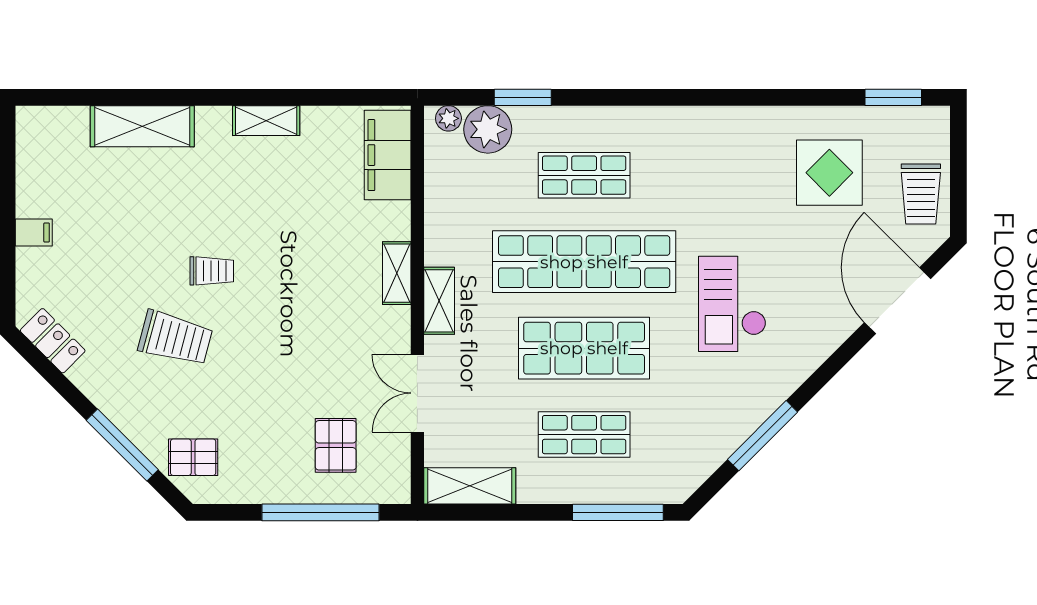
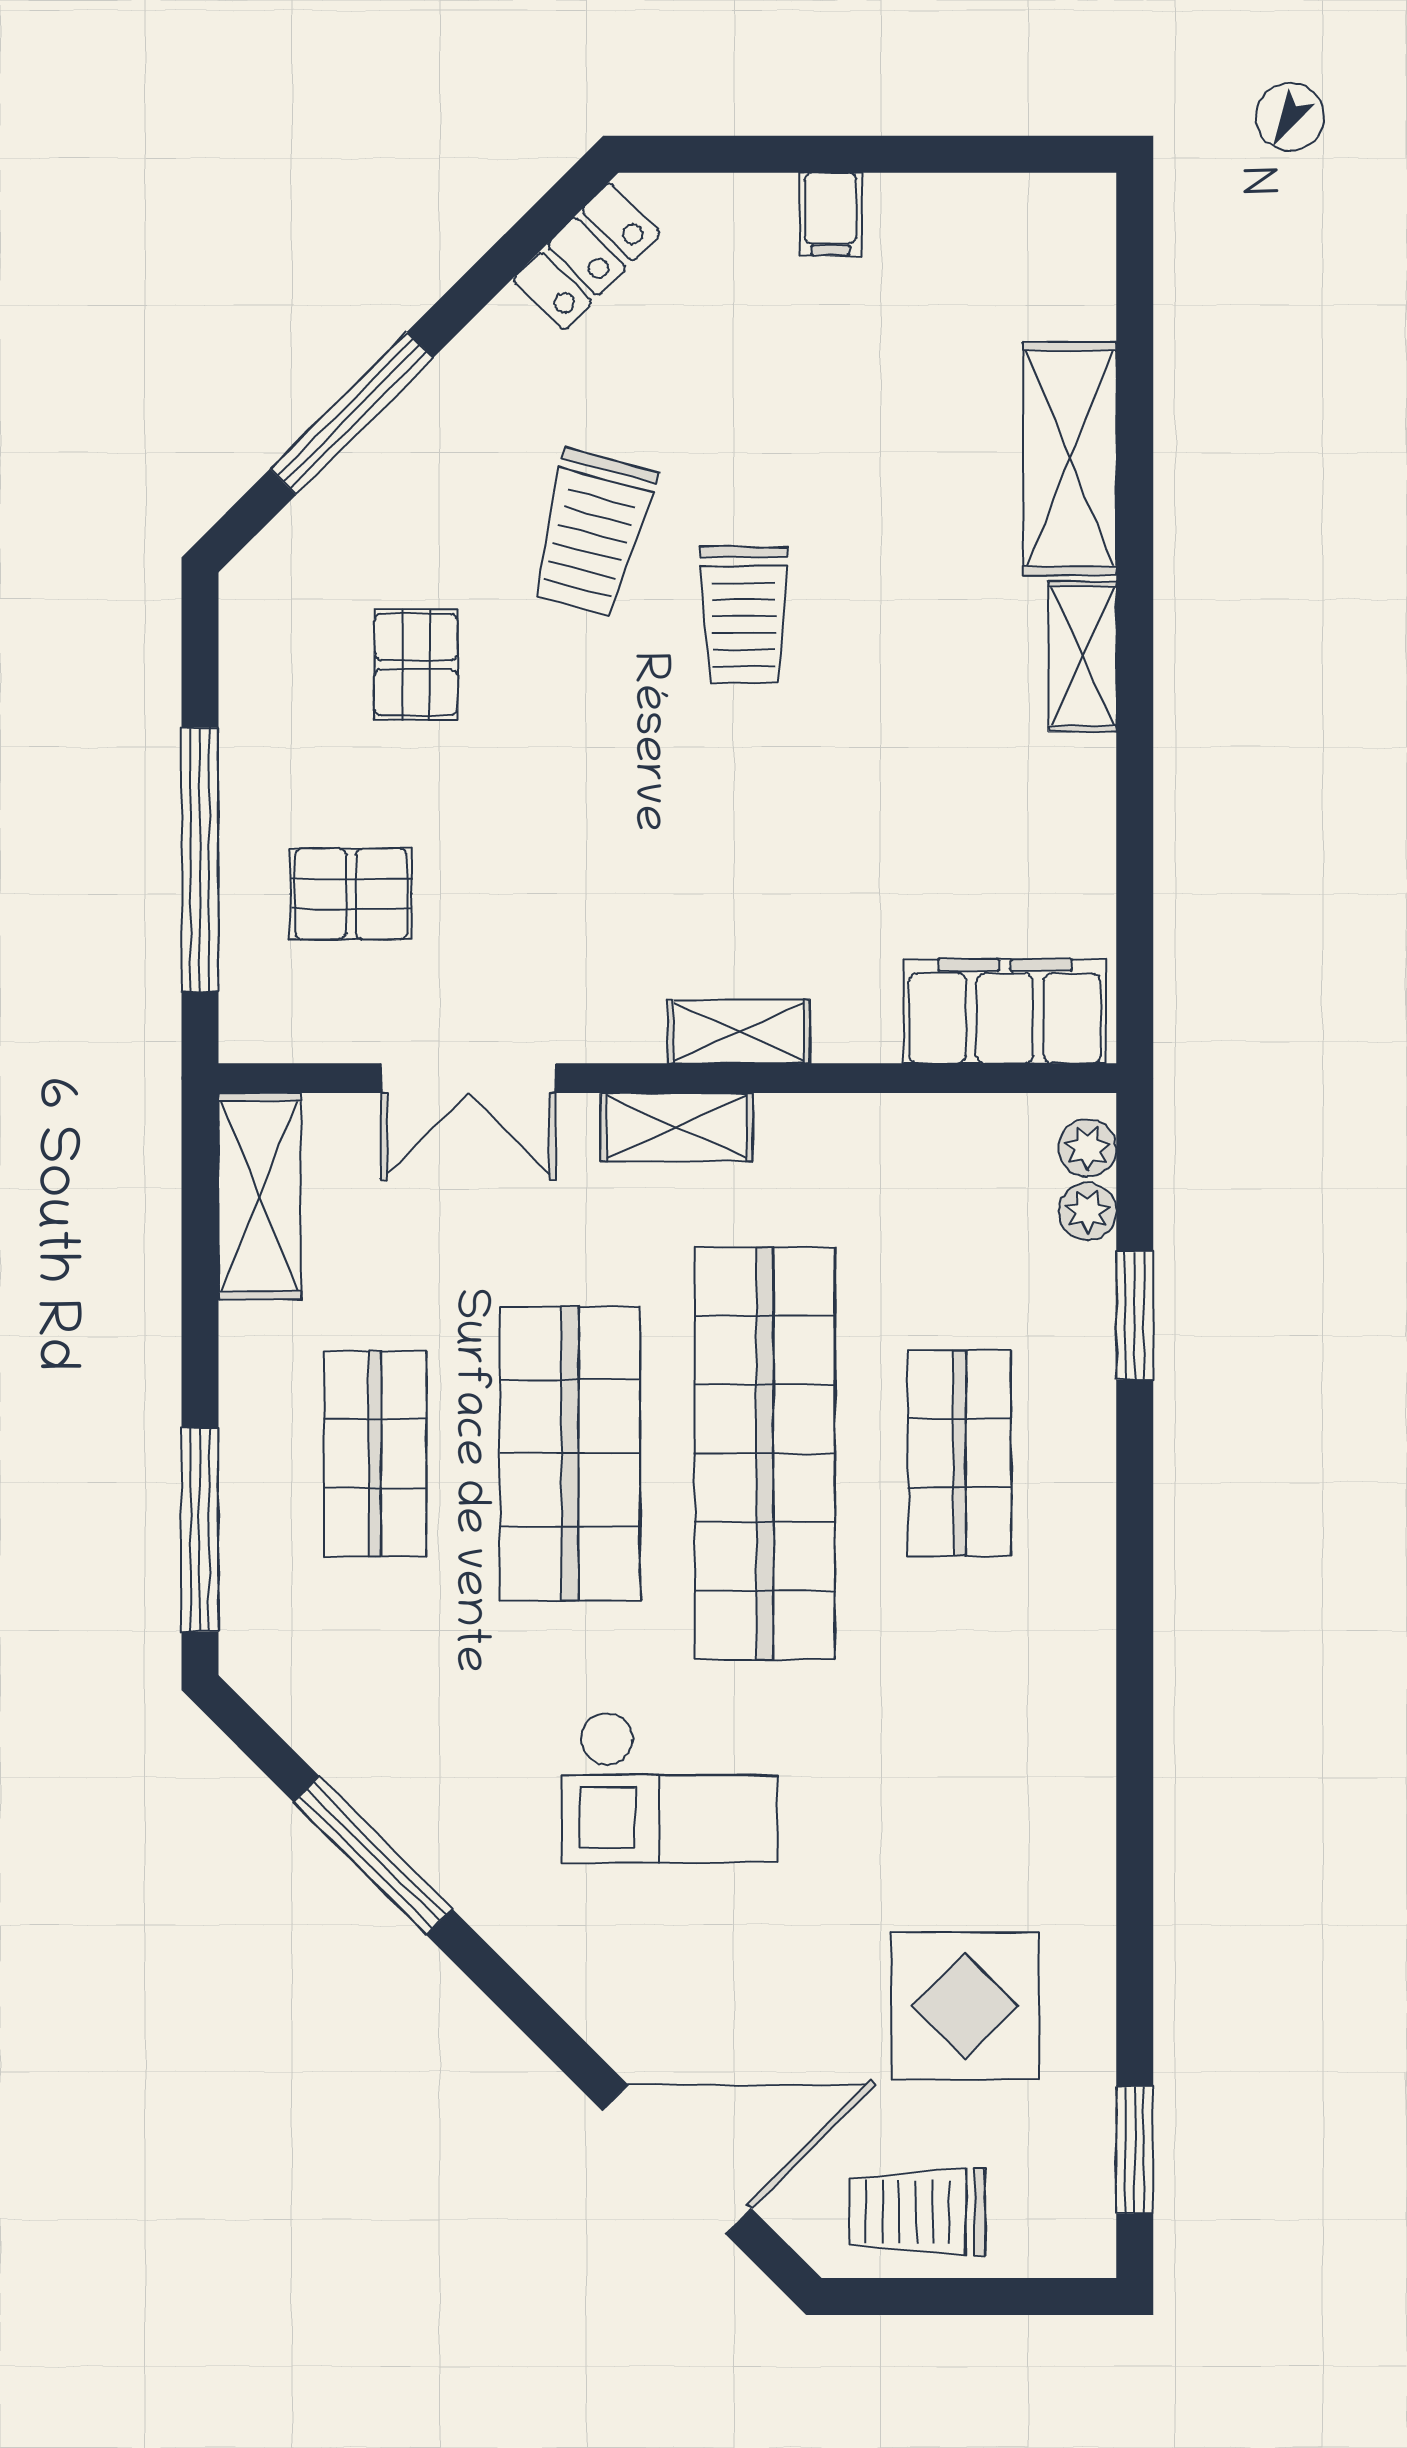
shelving: (266, 121) -> (1083, 656), moved
plant: (488, 129) -> (1088, 1211), width x0.53, depth x0.53
trolley: (212, 271) -> (744, 615), width x1.36, depth x1.39
checkout: (732, 304) -> (670, 1787), turned 180
double door: (417, 393) -> (468, 1078), swing flipped
pallet: (193, 457) -> (416, 665), moved

